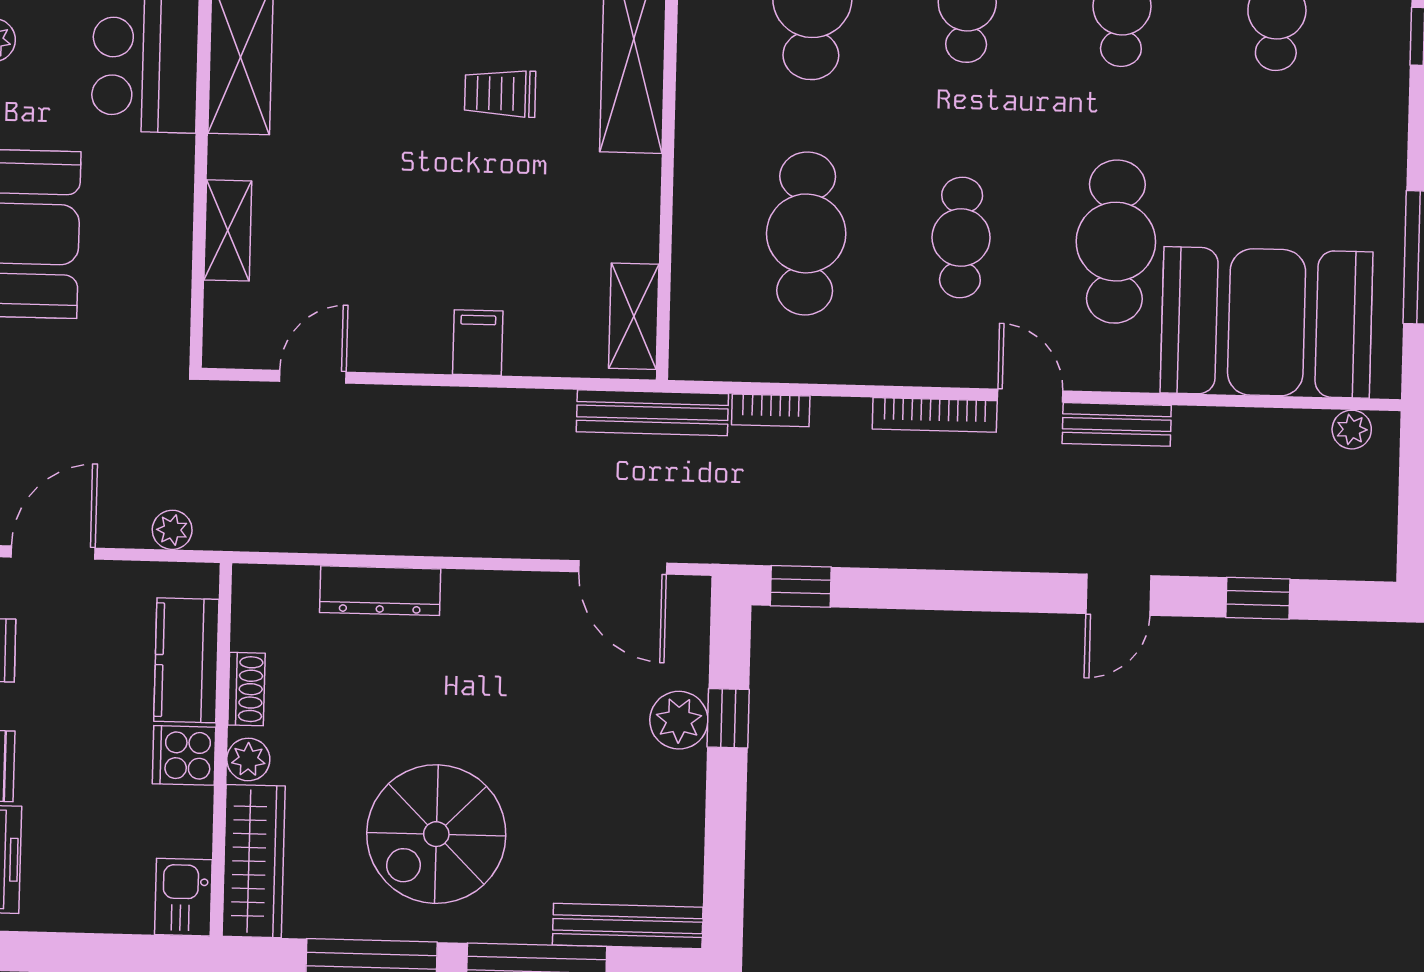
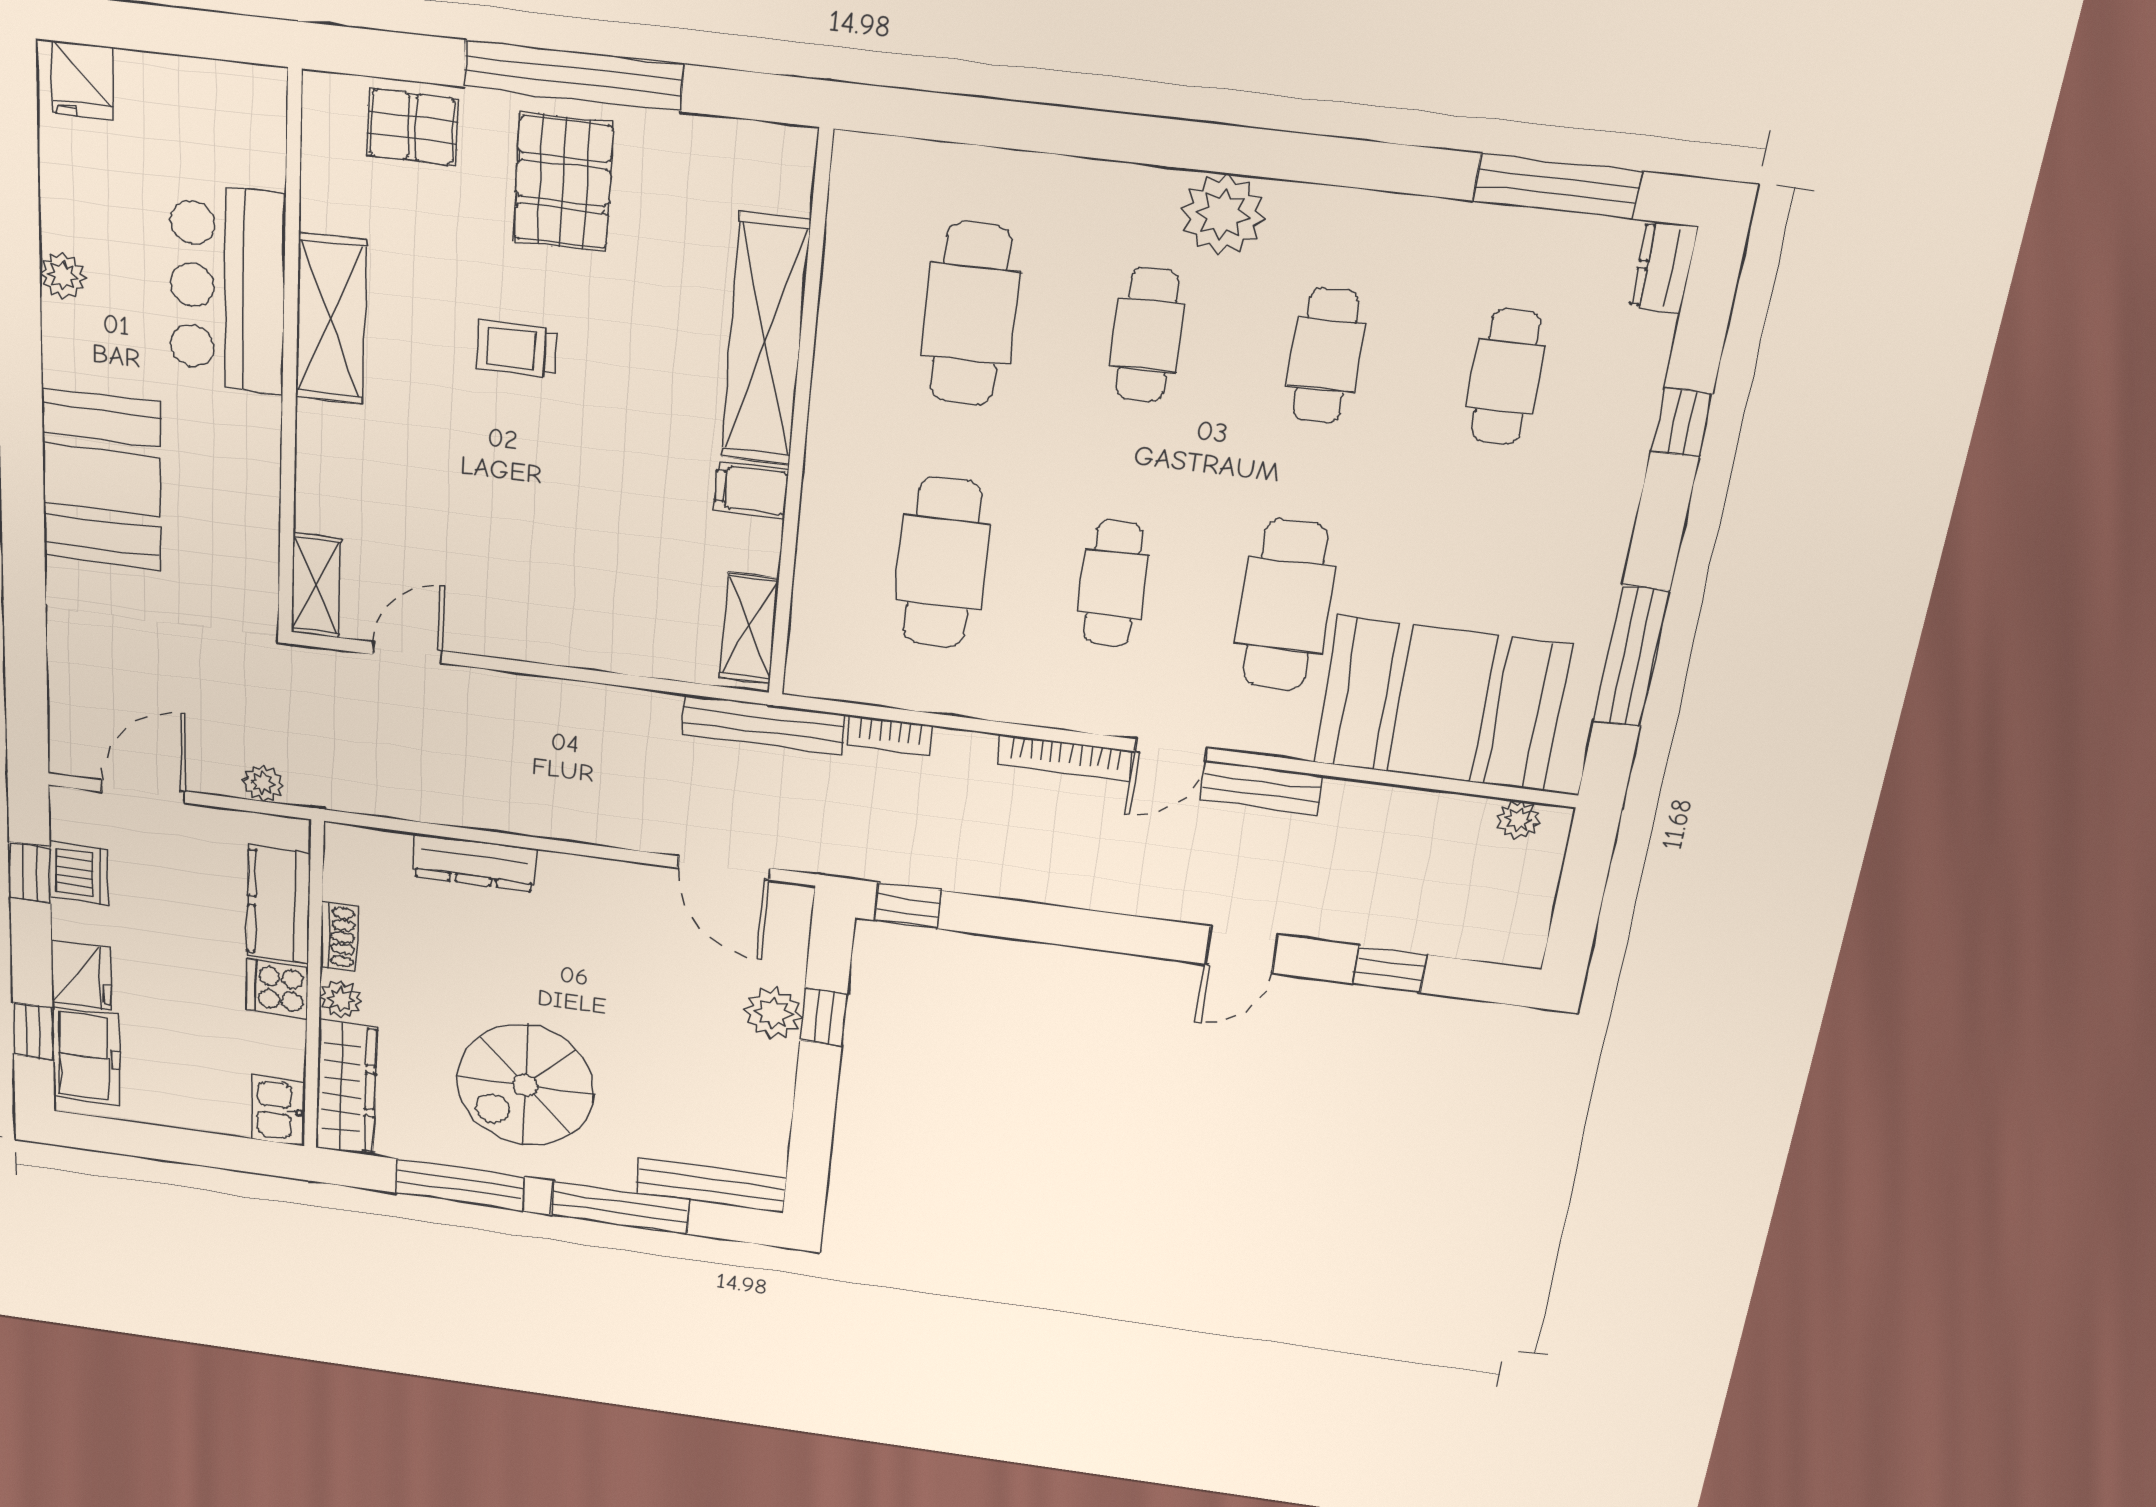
trolley: (500, 93) -> (517, 349), moved
shelving: (228, 230) -> (316, 586), moved
filing cabinet: (478, 343) -> (751, 490), moved, turned -90
door: (1030, 396) -> (1171, 750), swing flipped

